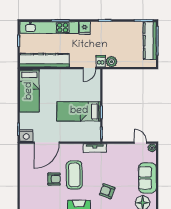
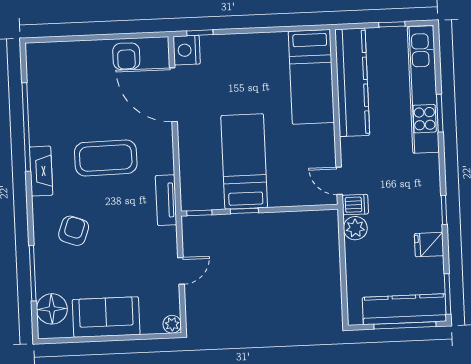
fridge: (85, 28) -> (429, 245), moved
bed: (29, 91) -> (311, 77), moved, turned -90
door: (140, 143) -> (181, 271), moved
armchair: (54, 179) -> (126, 56), moved

